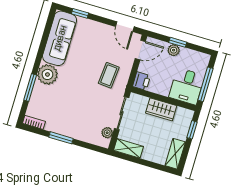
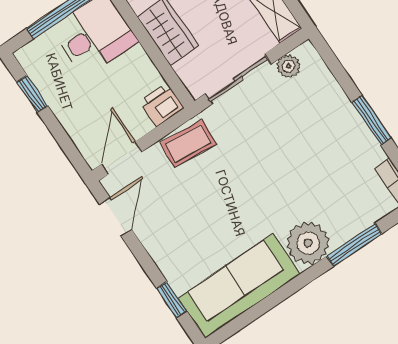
window: (178, 42) -> (32, 94), moved
door: (140, 50) -> (122, 158), hinge flipped
plant: (174, 50) -> (67, 112), removed
coffee table: (109, 75) -> (188, 144), moved

